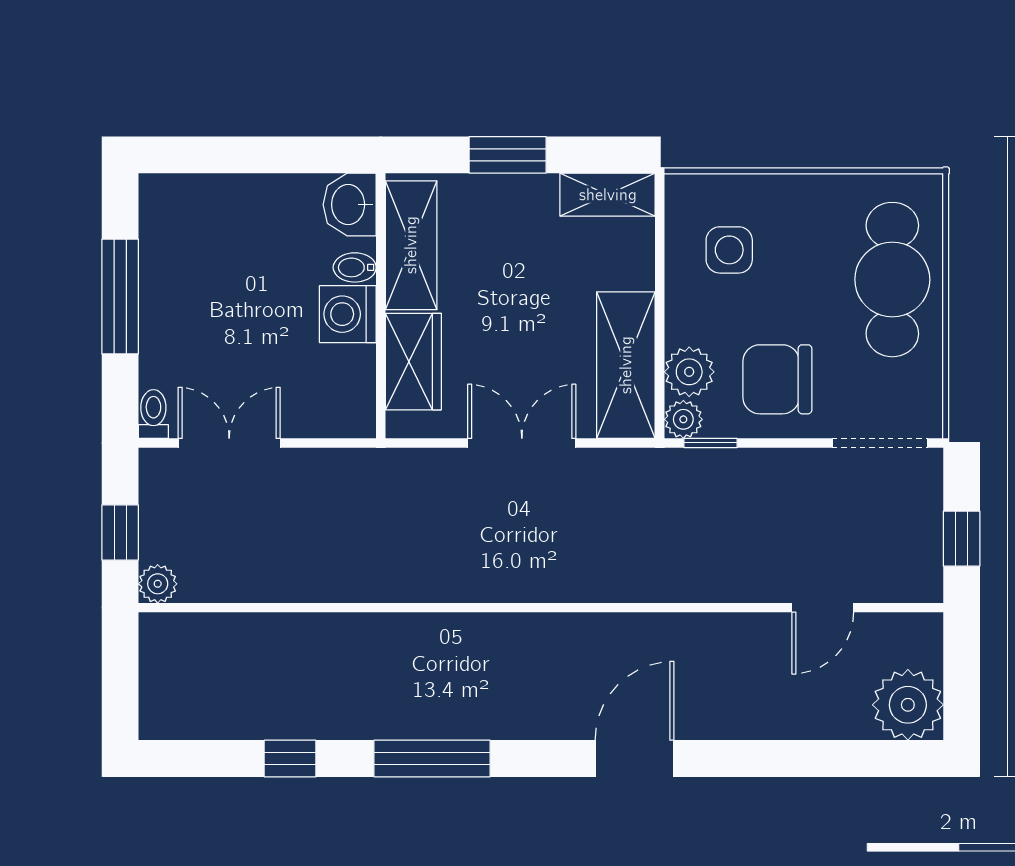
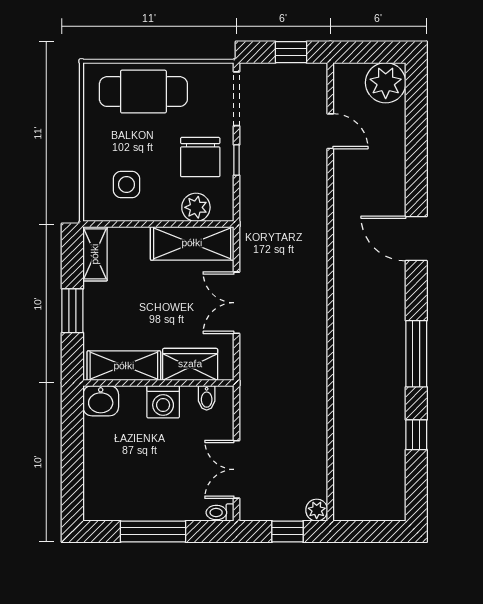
bidet: (355, 267) -> (207, 398), moved
plant: (683, 419) -> (223, 211), removed
window: (711, 443) -> (236, 160), moved

